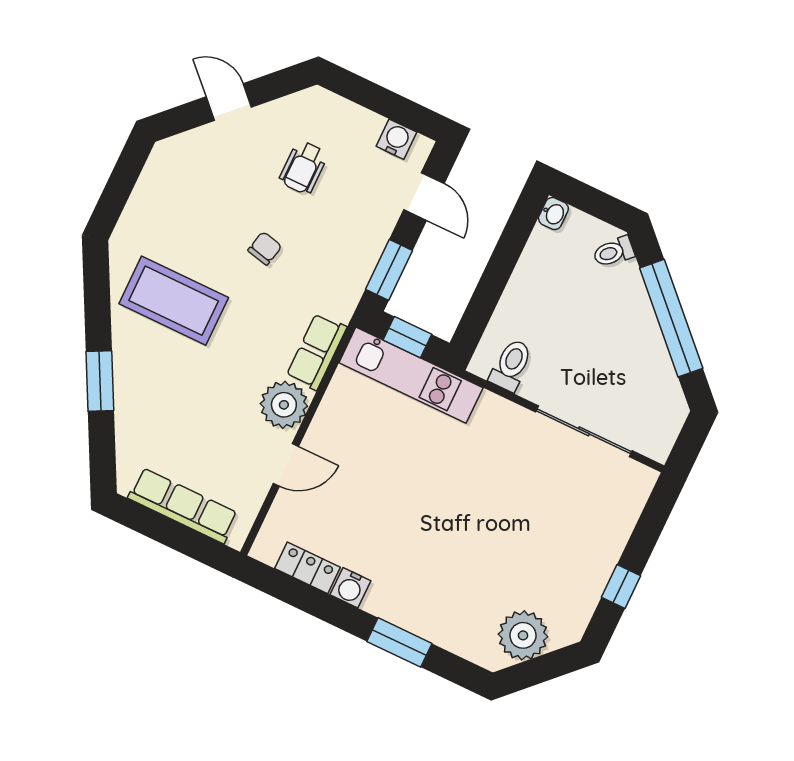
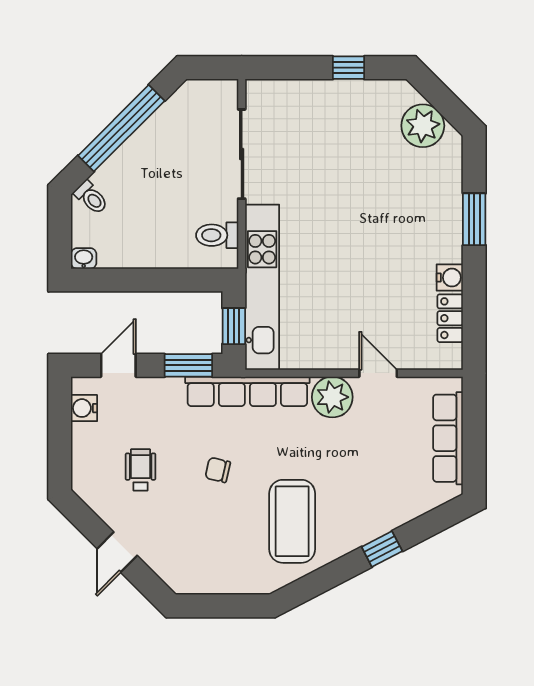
wheelchair: (303, 167) -> (141, 470), turned -90
row of seats: (317, 352) -> (247, 391), width x2.02
kitchen unit: (411, 375) -> (262, 287), width x1.36
window: (100, 381) -> (382, 549), width x0.67

